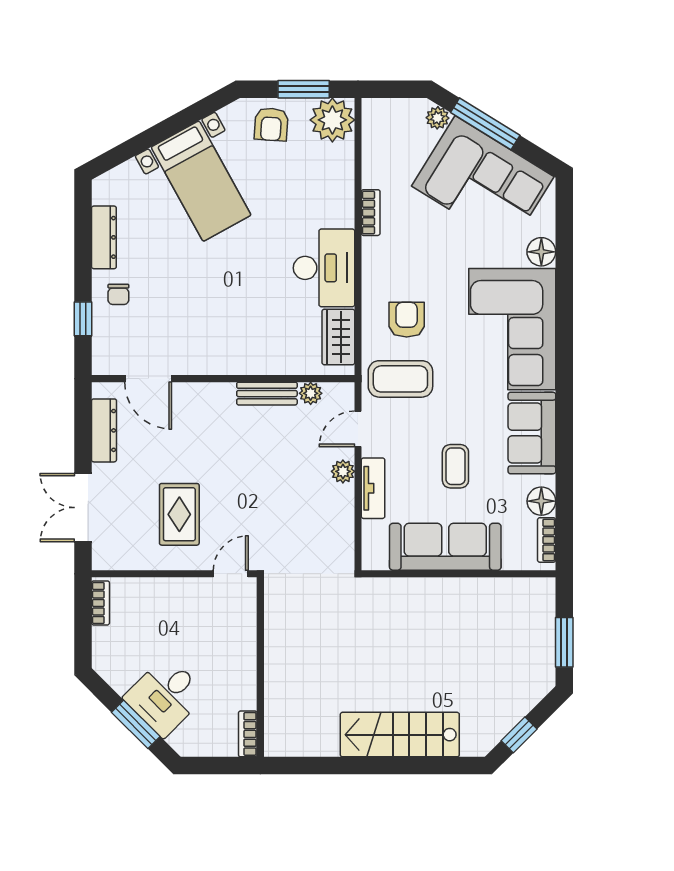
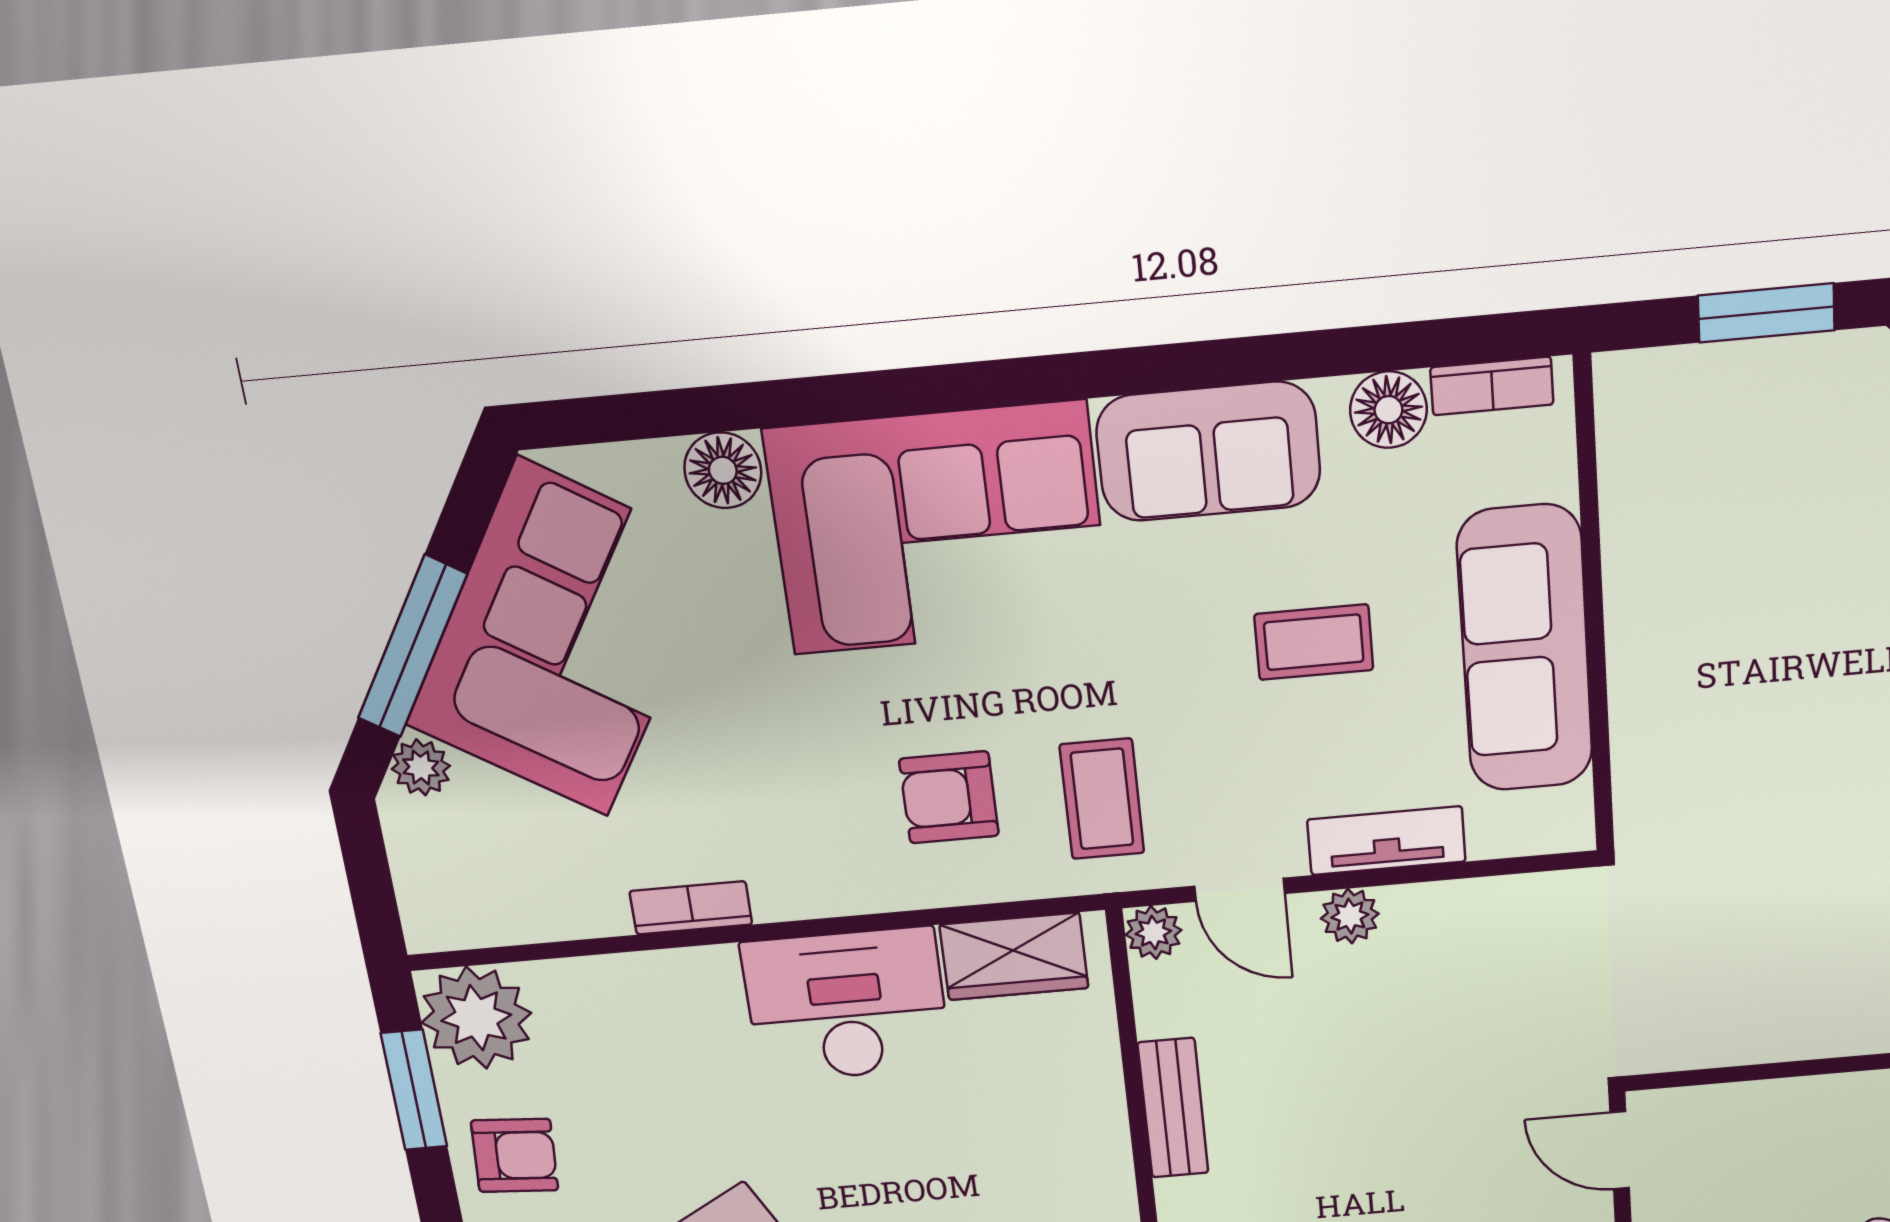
coffee table: (400, 379) -> (1102, 799), width x0.73, depth x0.77
plant: (311, 393) -> (1153, 932), moved

